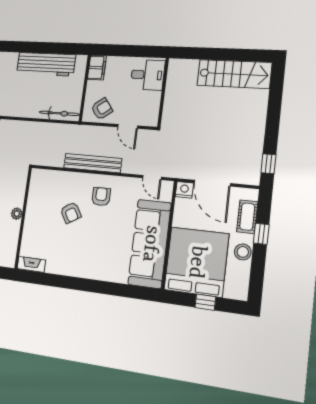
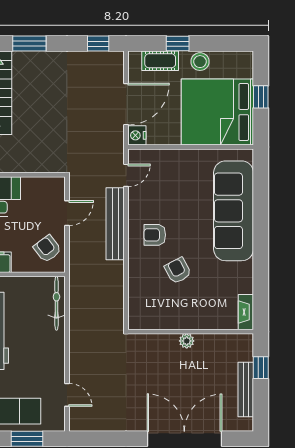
window: (275, 104) -> (29, 44), added
bench: (93, 163) -> (115, 224), moved
armchair: (71, 213) -> (178, 271), turned -87
sofa: (150, 244) -> (234, 211), moved, turned 90

